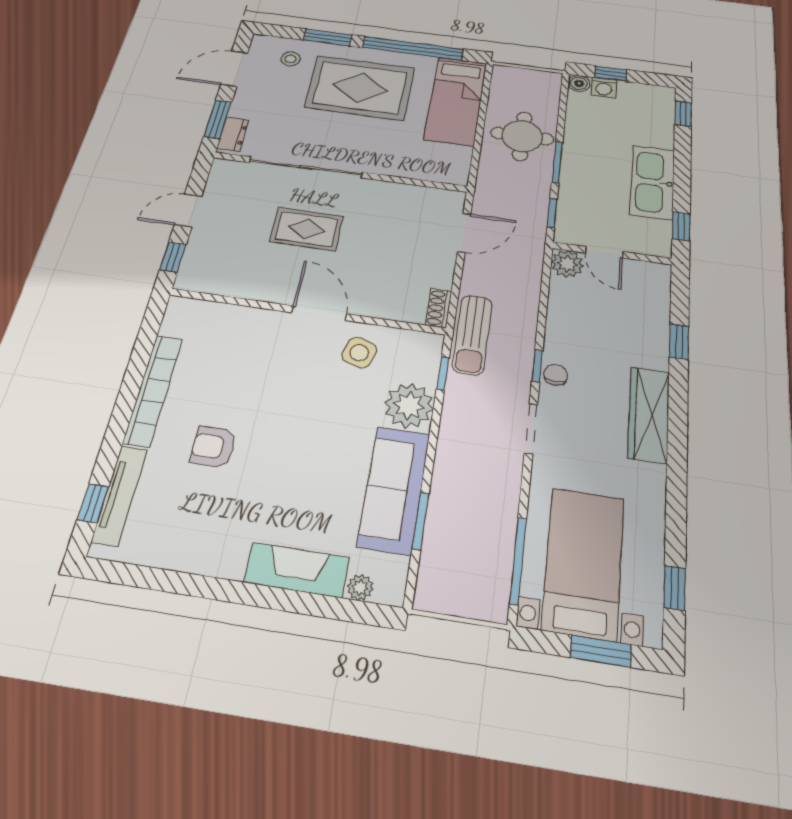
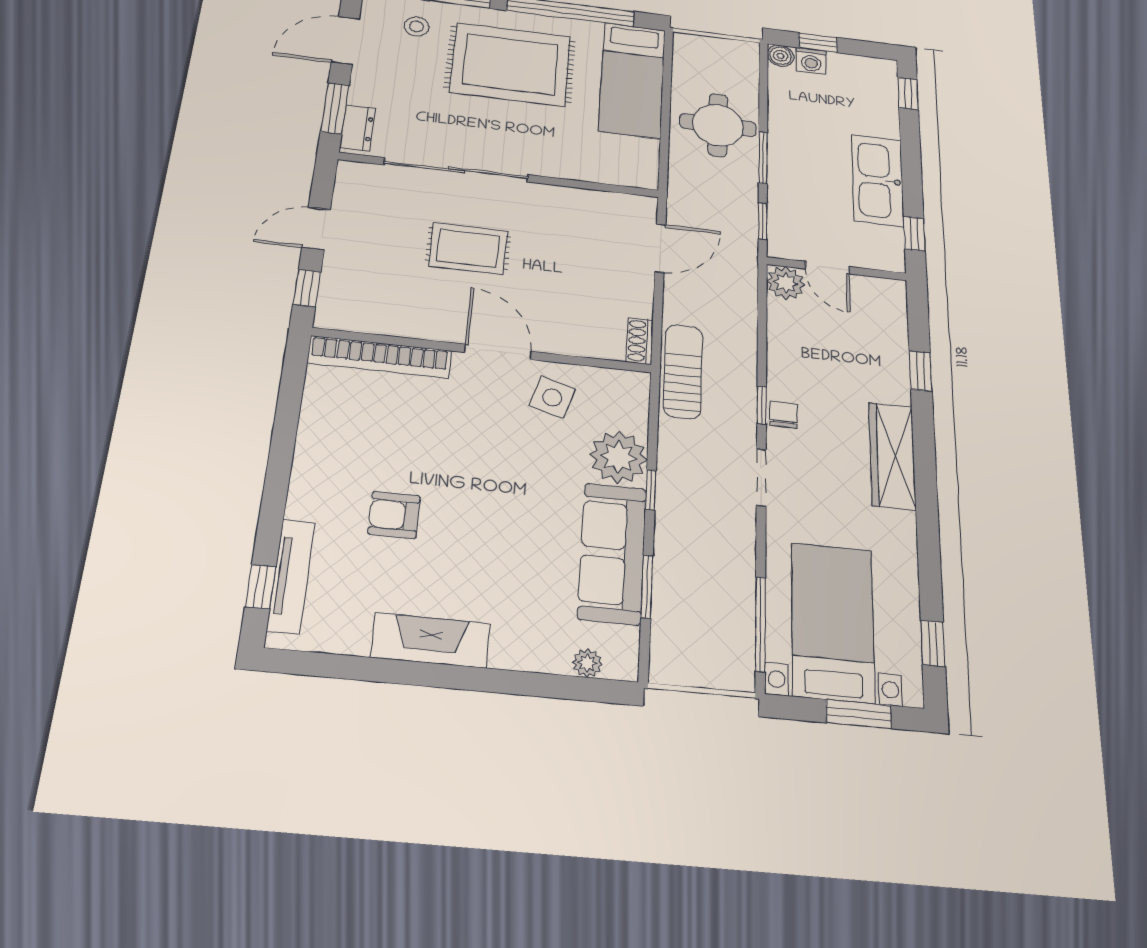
sun lounger: (472, 335) -> (683, 371), turned 180
window: (443, 373) -> (651, 490), moved
bookcase: (153, 390) -> (380, 357), moved, turned 90
fireplace: (297, 570) -> (430, 640), moved

